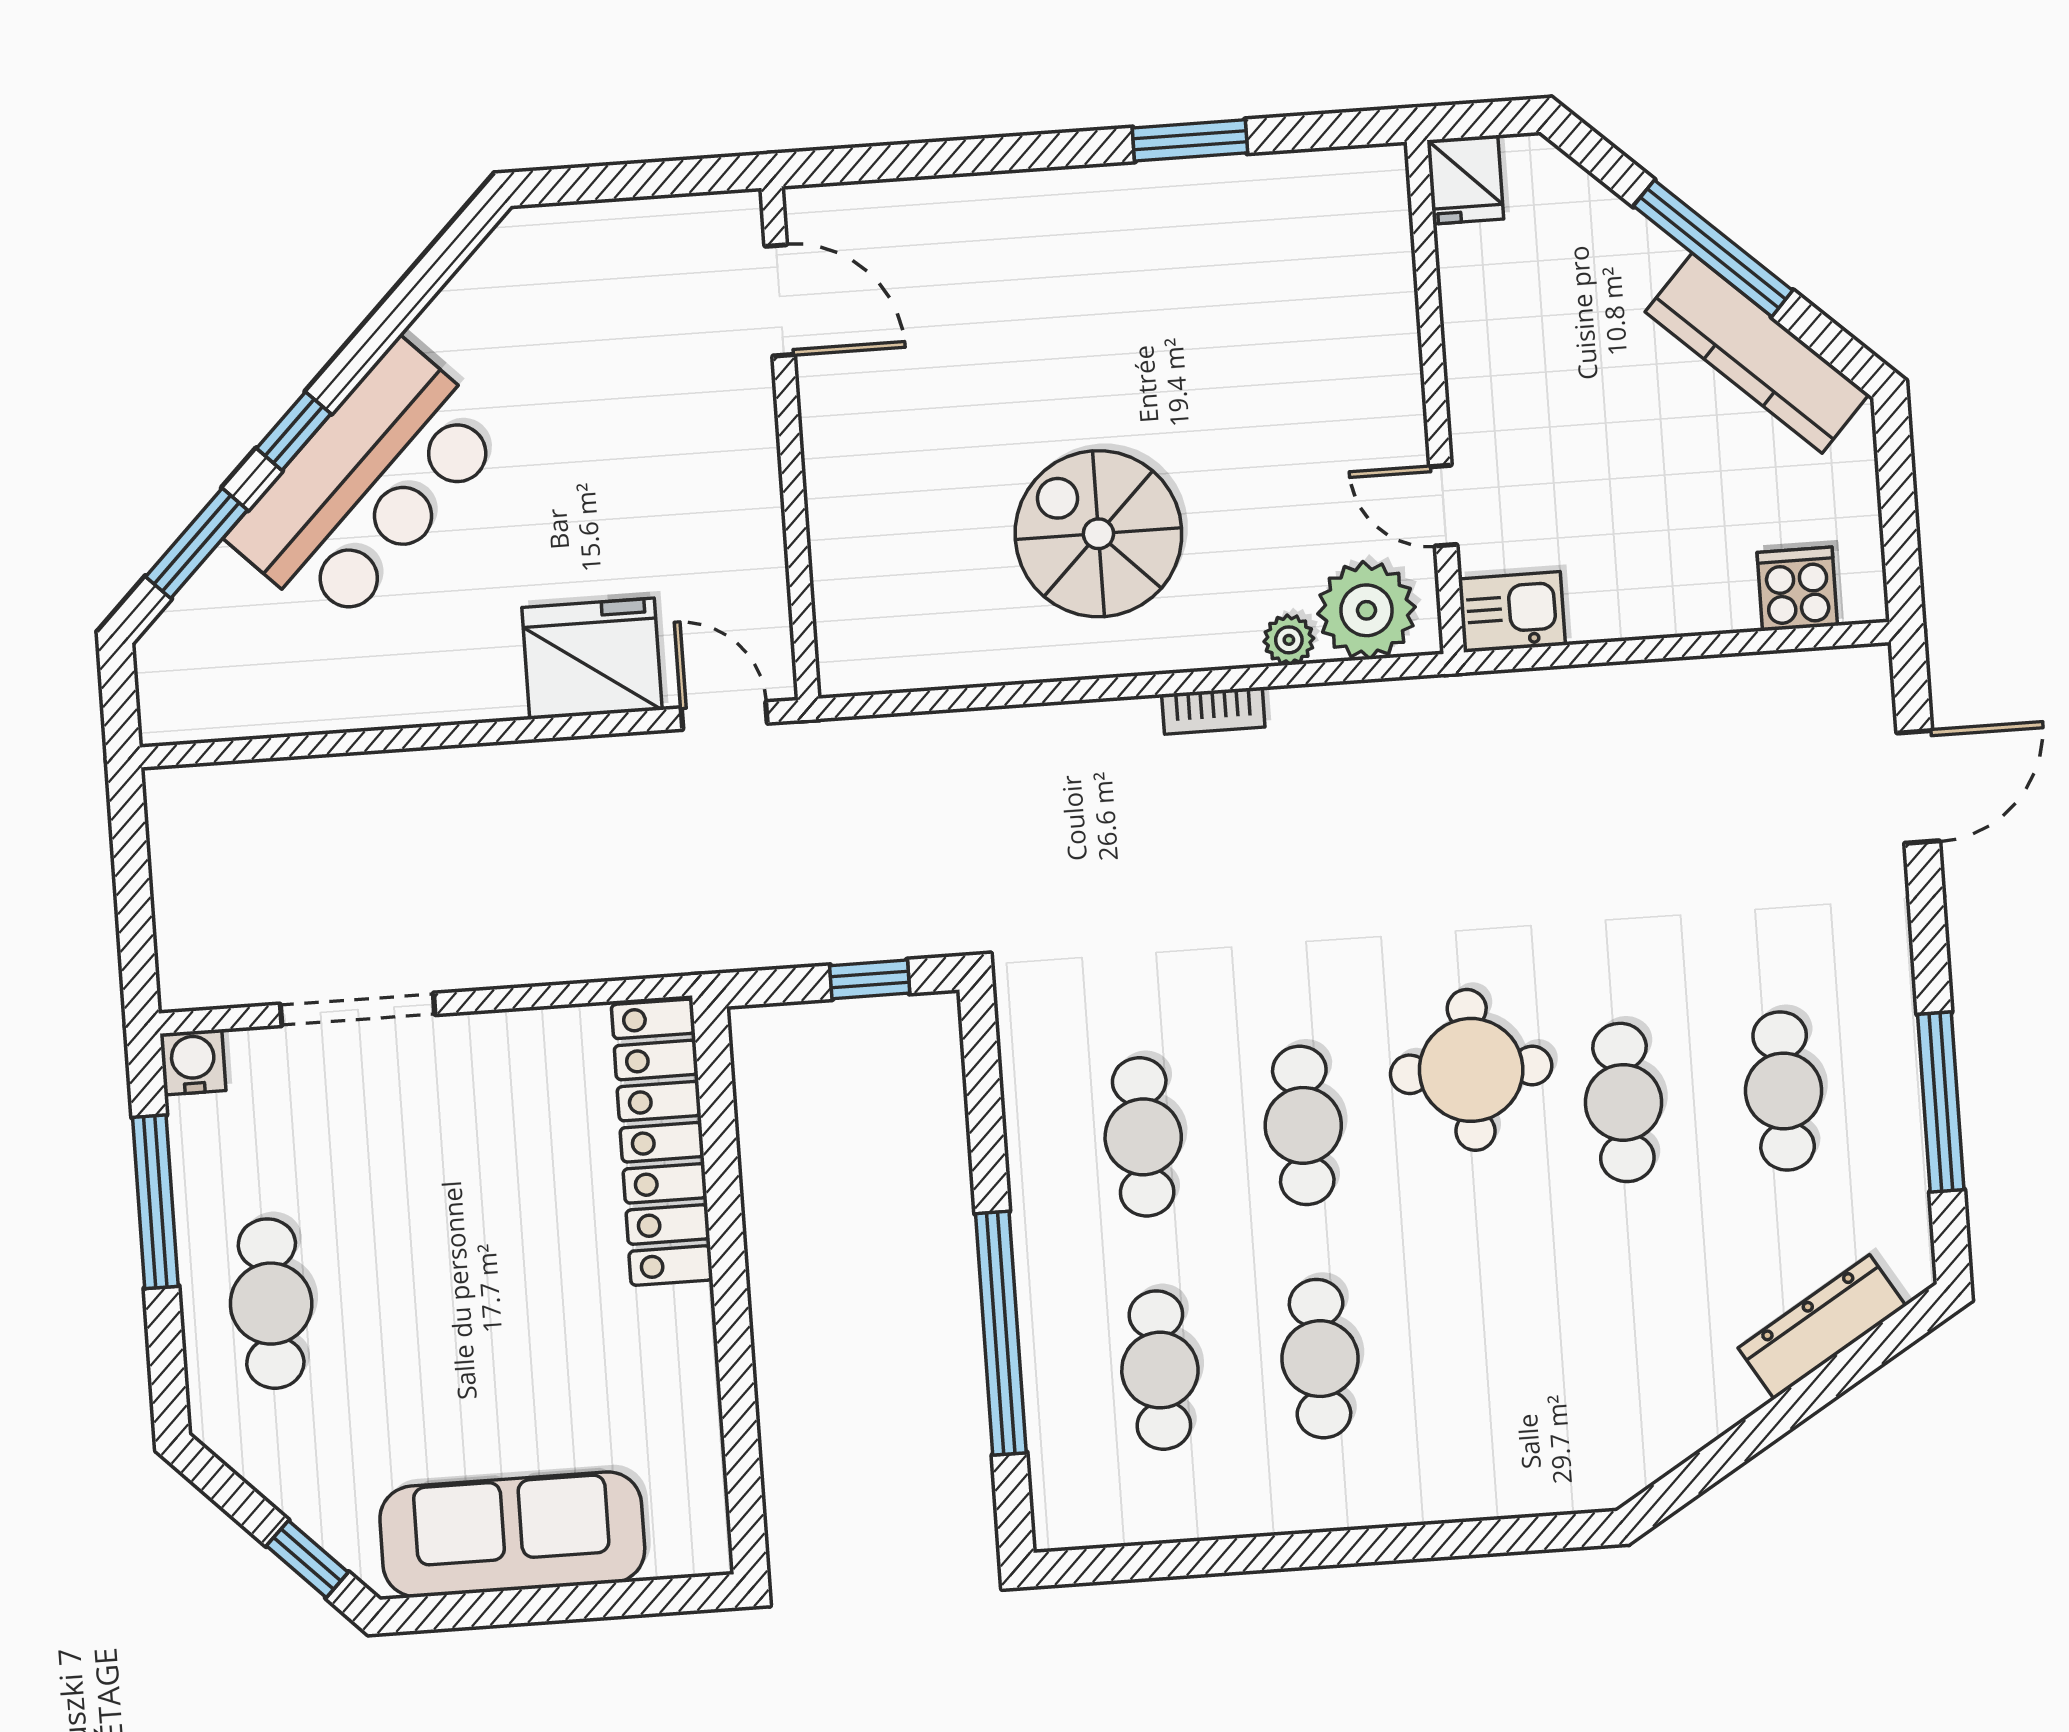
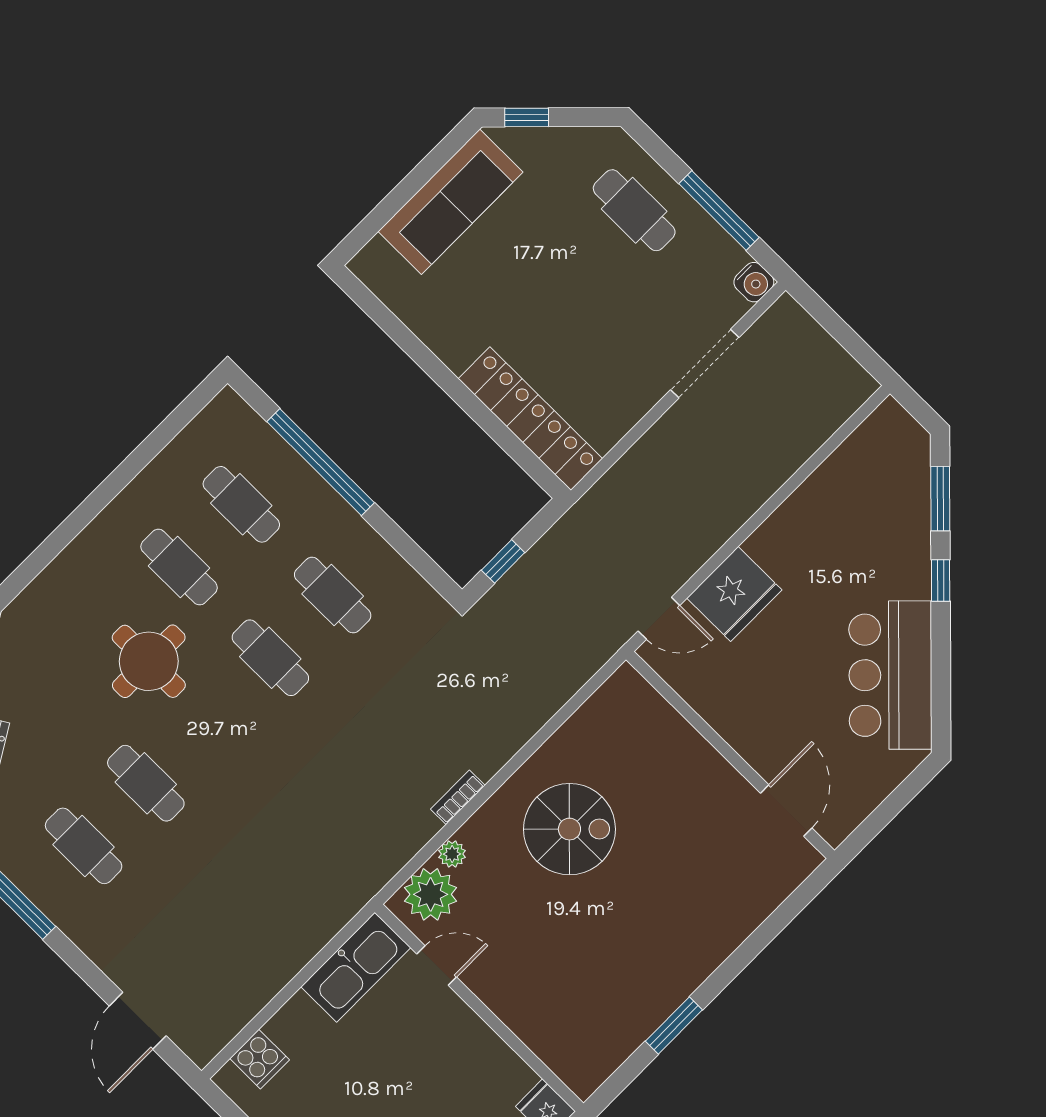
door: (780, 300) -> (786, 811), swing flipped
bar counter: (368, 485) -> (890, 675), moved
kitchen sink: (1512, 612) -> (356, 967), width x1.88, depth x1.24
round table: (1471, 1070) -> (149, 661), moved

